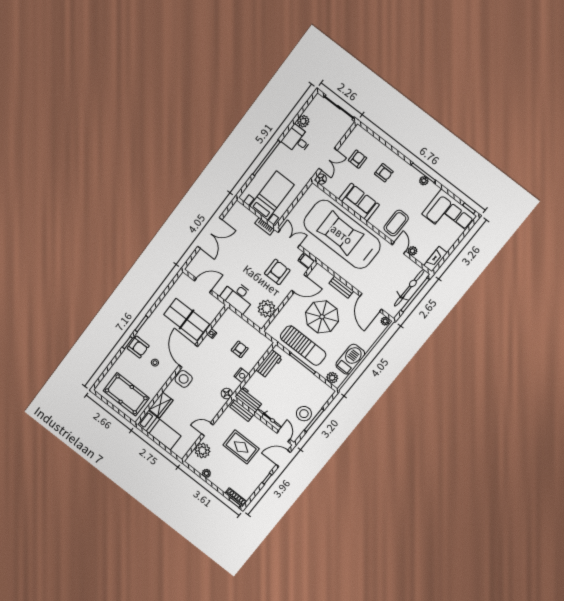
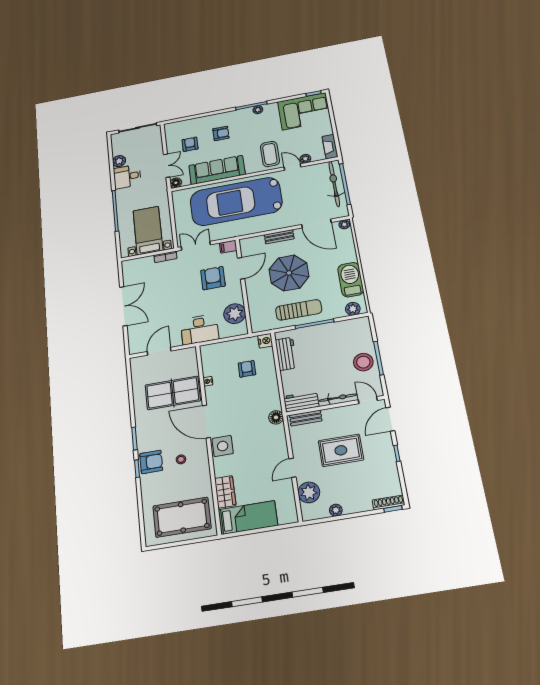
sofa: (359, 202) -> (217, 170), width x1.36
sun lounger: (303, 346) -> (299, 310), width x0.73, depth x0.75
nightstand: (241, 375) -> (265, 341), moved

